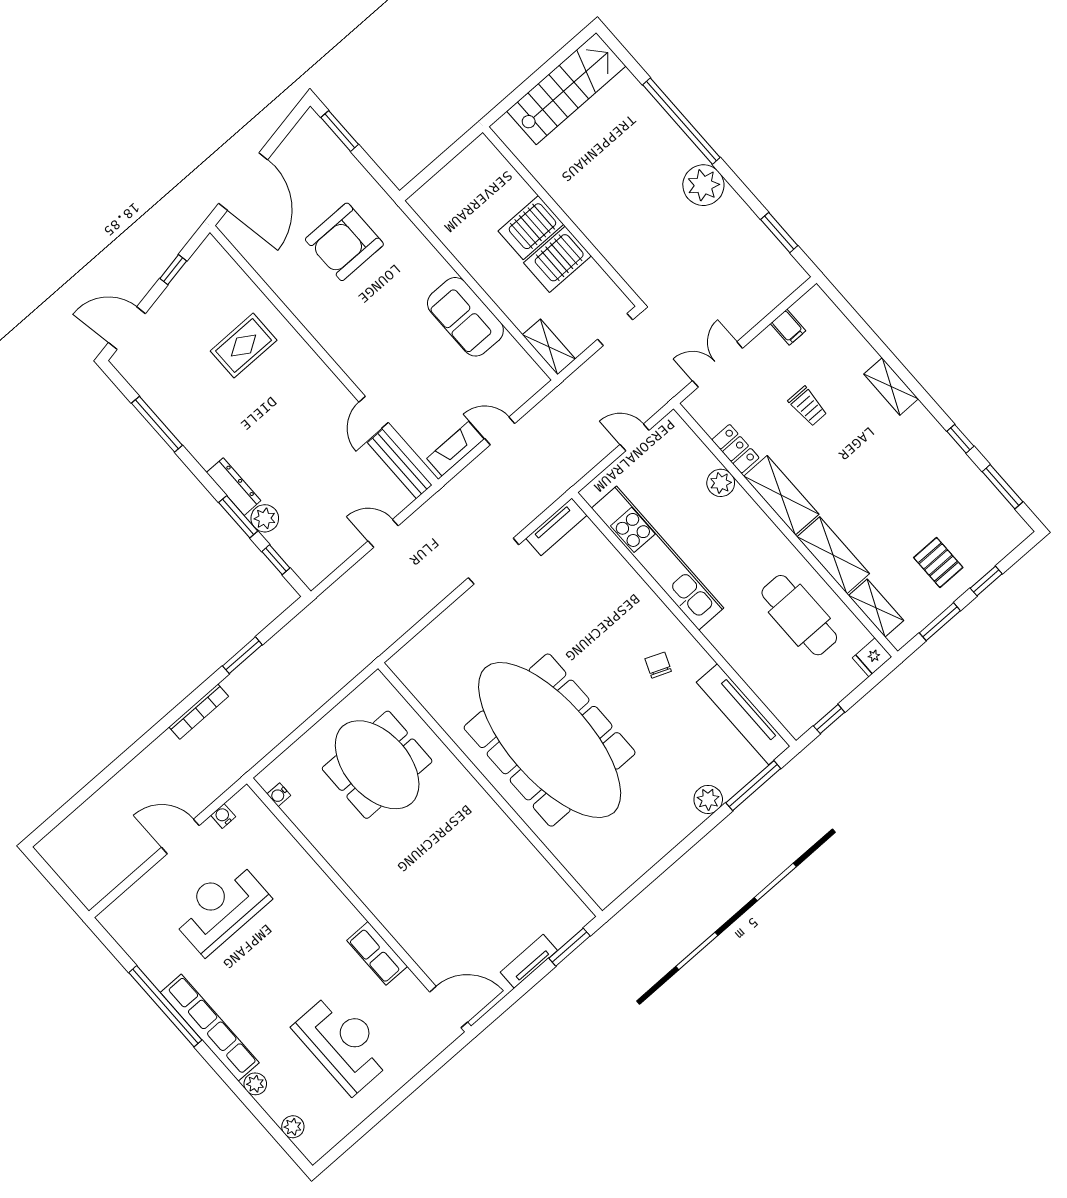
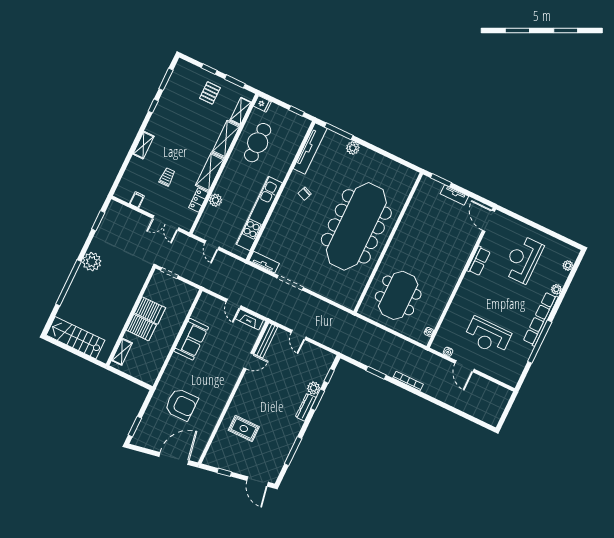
shelving: (549, 347) -> (122, 352), moved

